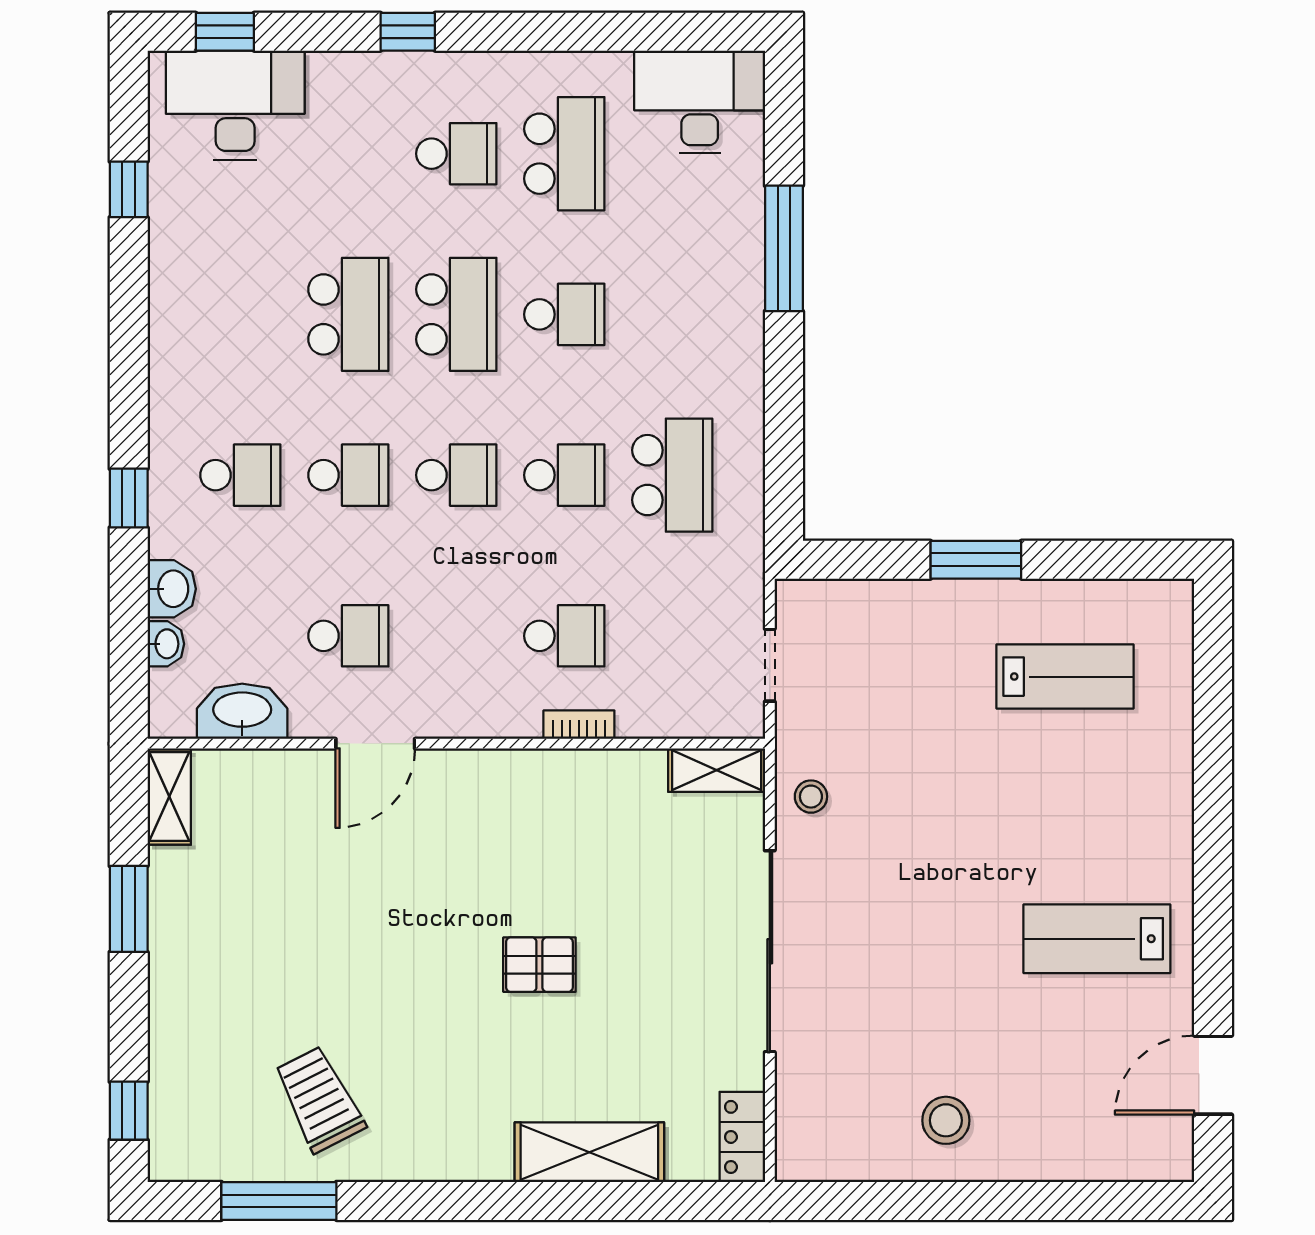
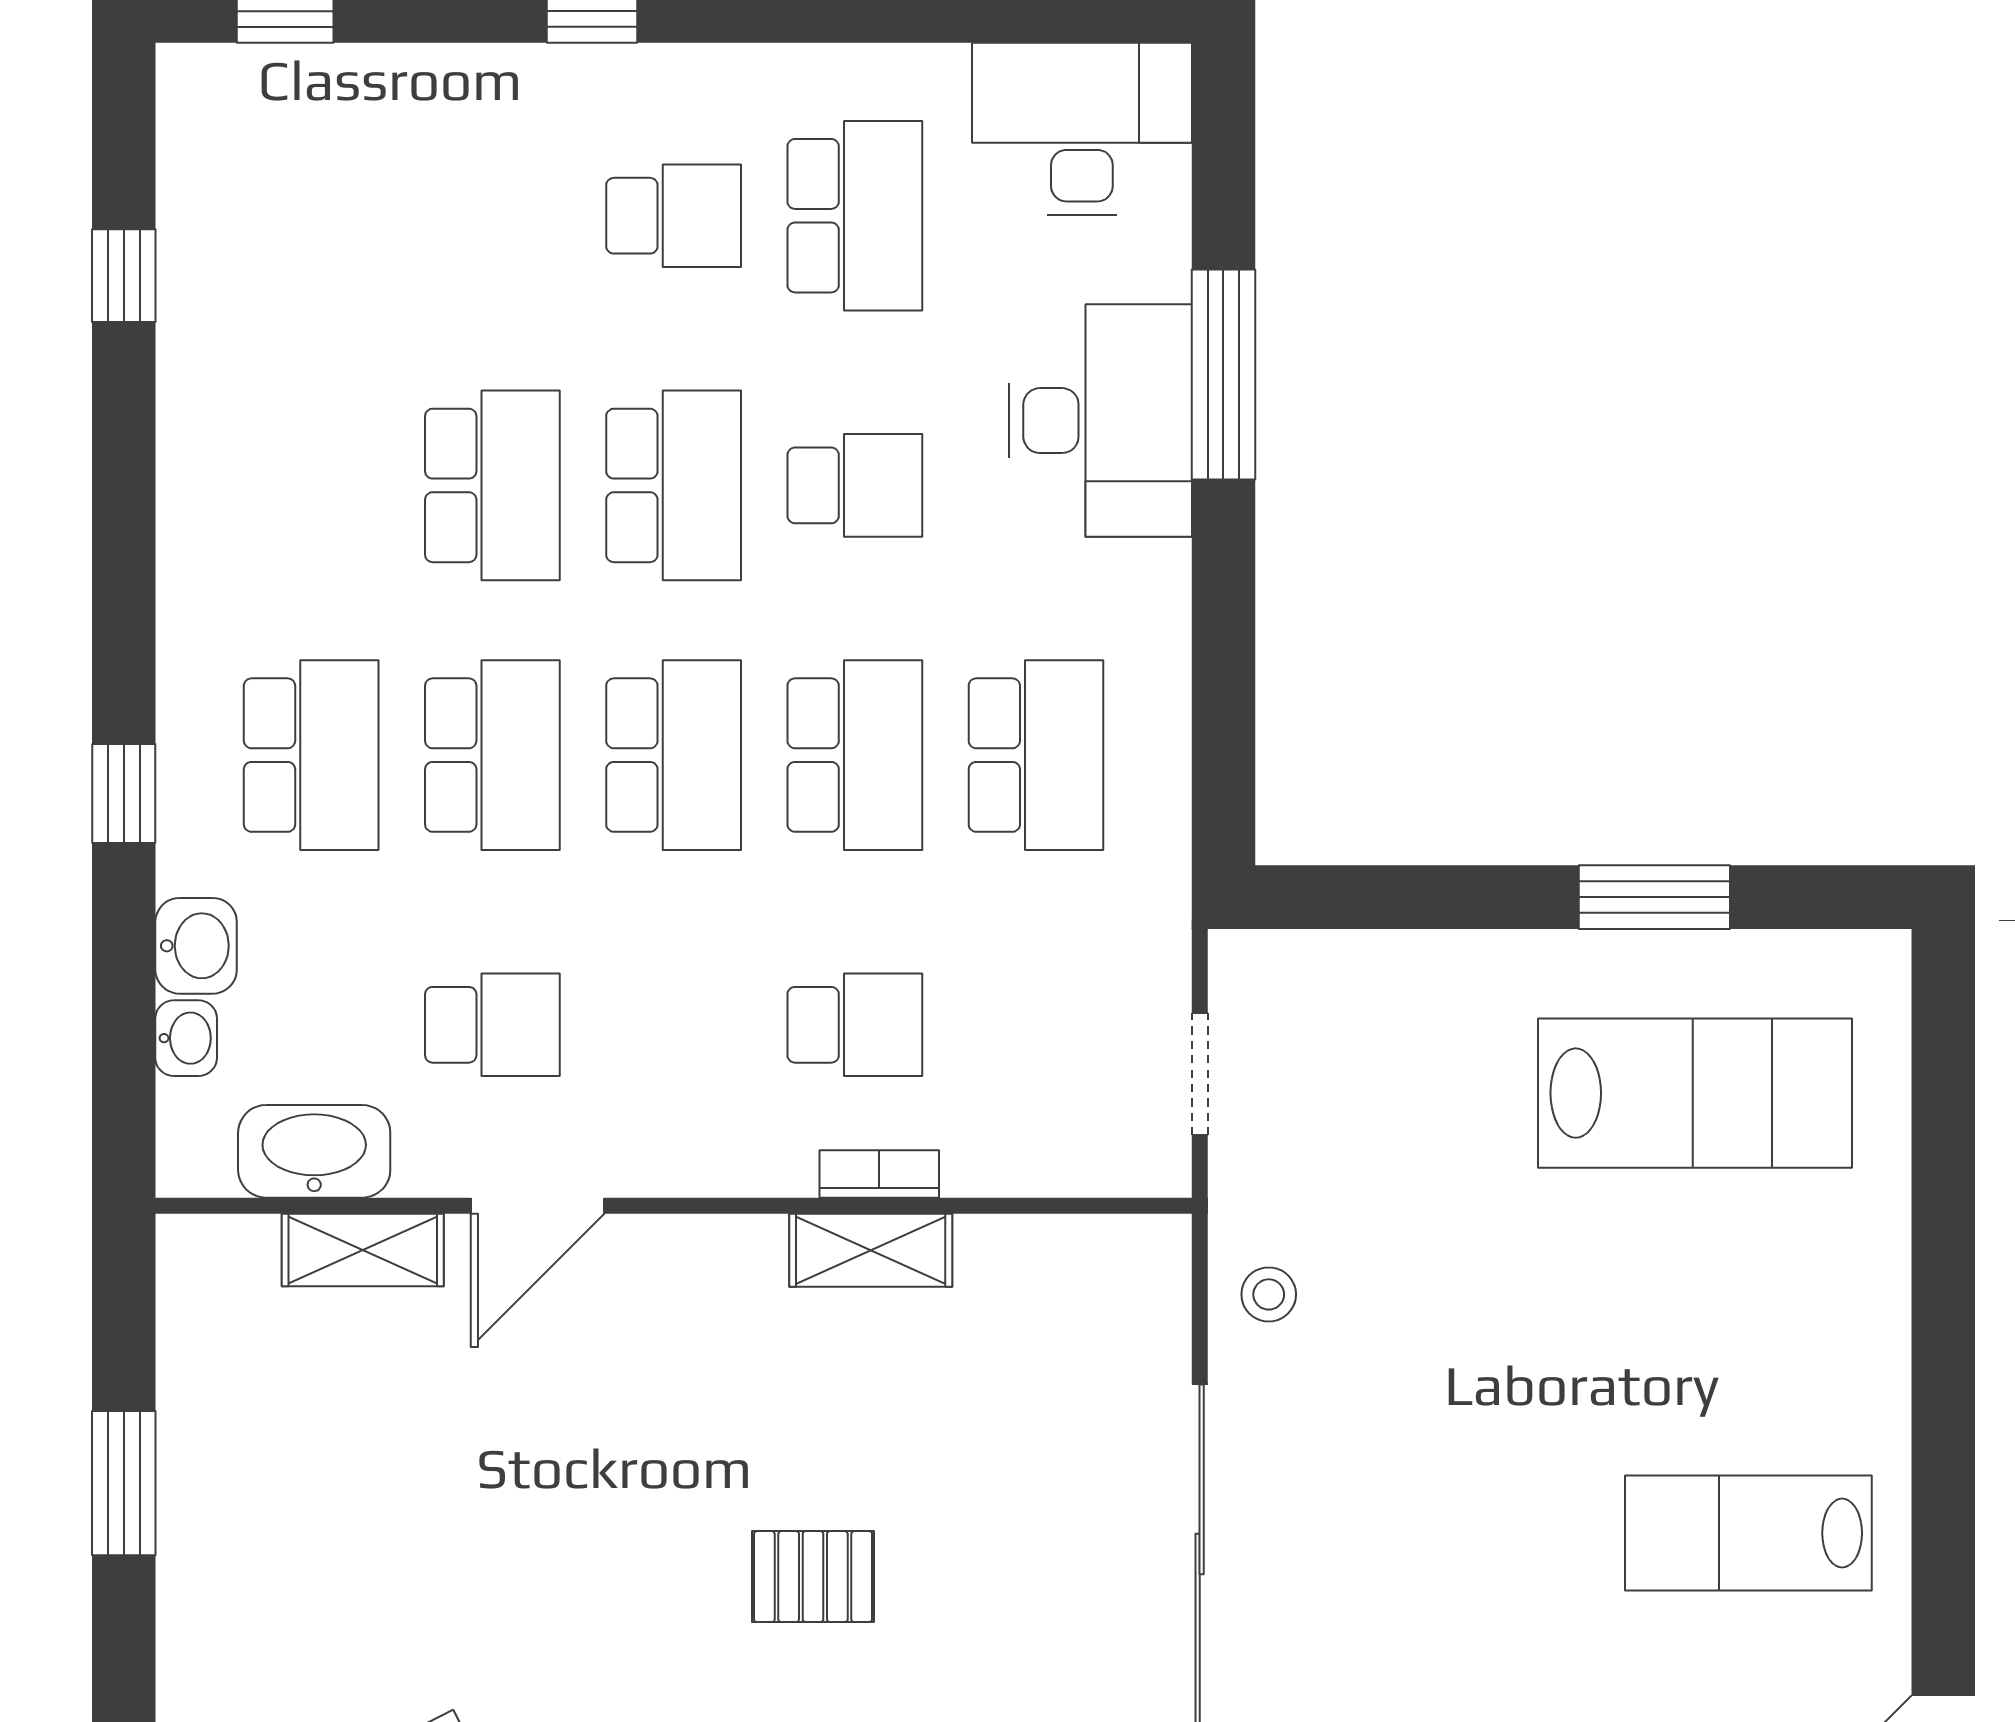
desk: (235, 105) -> (1100, 421), moved, turned 90
school desk: (240, 475) -> (311, 755), width x1.85
school desk: (348, 475) -> (492, 755), width x1.85
school desk: (456, 475) -> (674, 755), width x1.85
school desk: (564, 475) -> (855, 755), width x1.85
window: (976, 560) -> (1654, 897), moved
lab bench: (1065, 677) -> (1695, 1093), width x1.36, depth x1.39
shelving: (717, 770) -> (871, 1250), moved
shelving: (169, 797) -> (363, 1250), moved, turned 90

